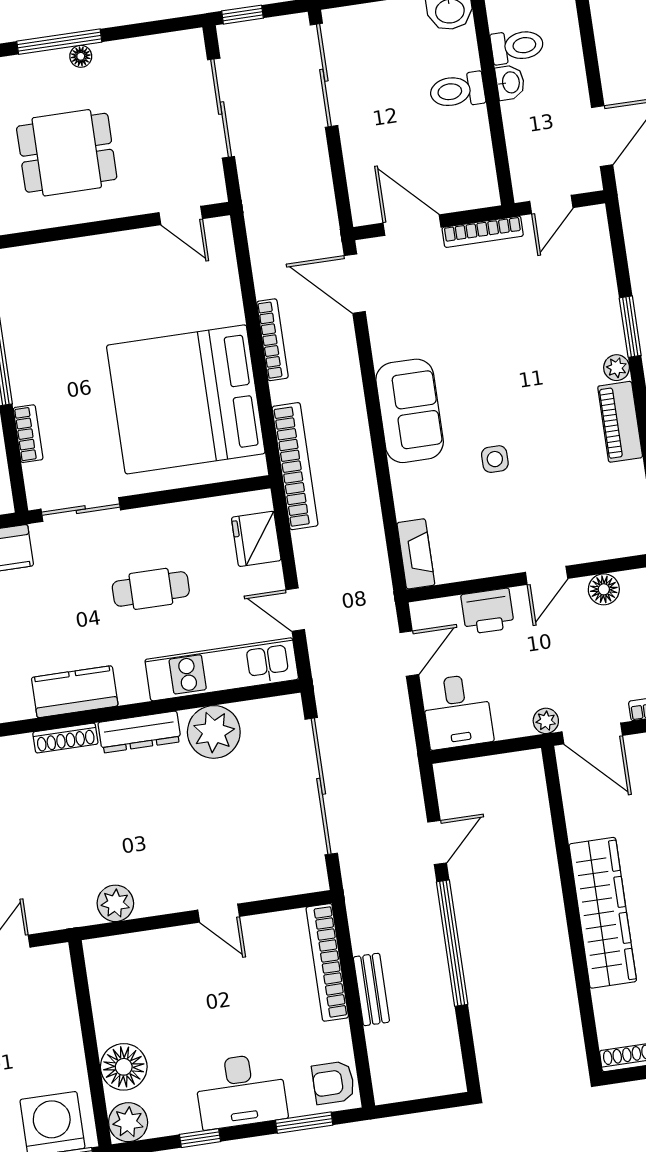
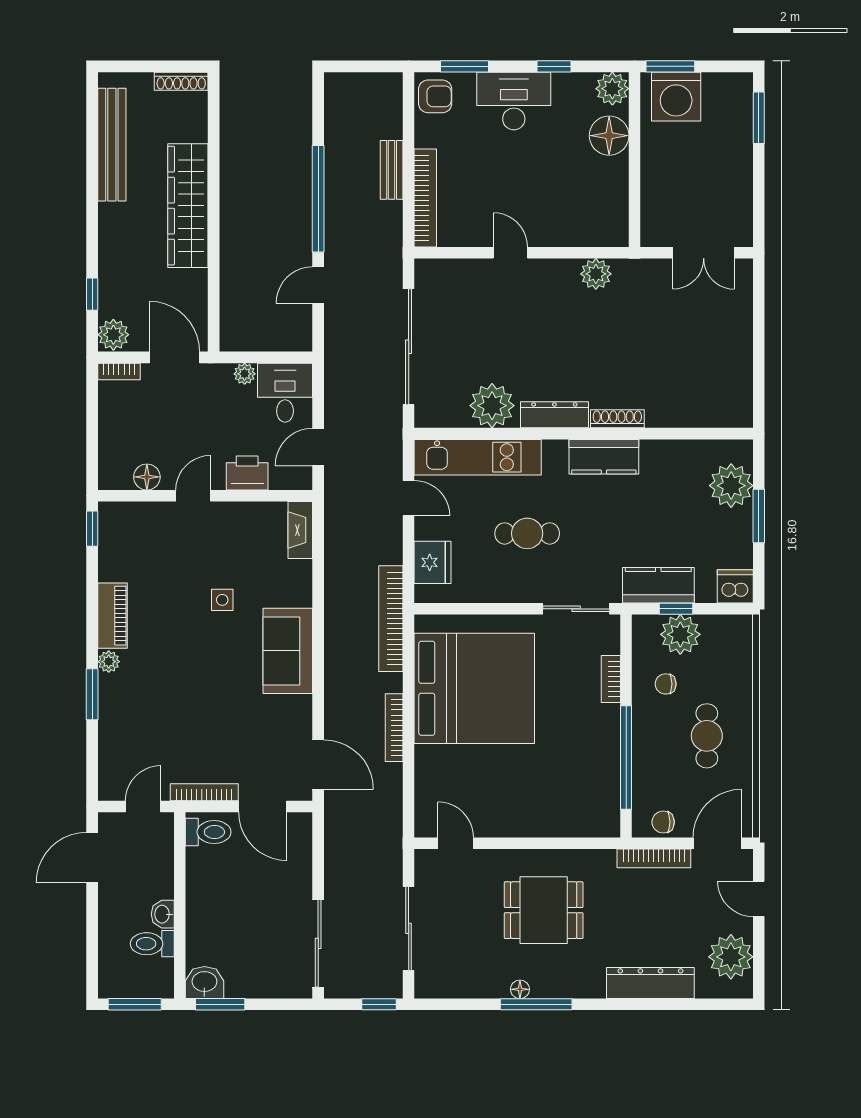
toilet: (457, 91) -> (208, 832), moved
plant: (546, 721) -> (245, 374), moved

